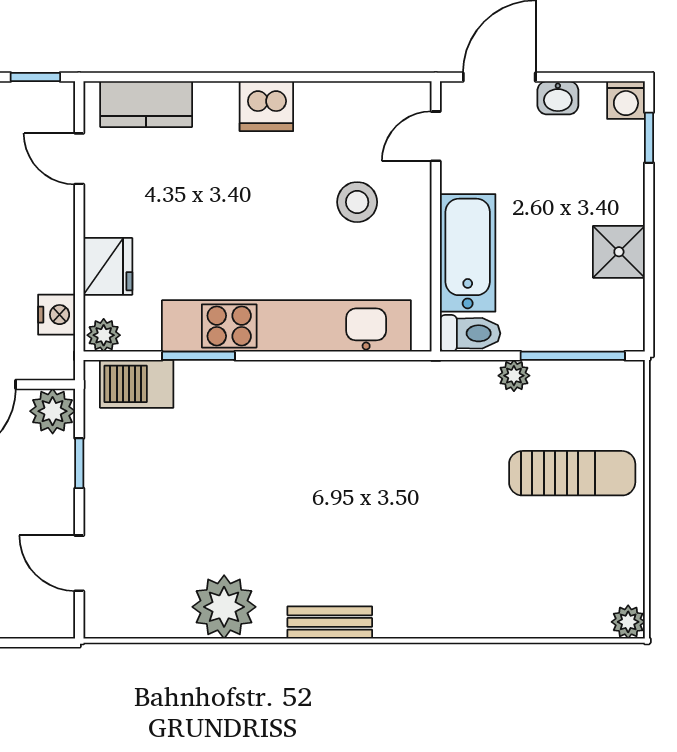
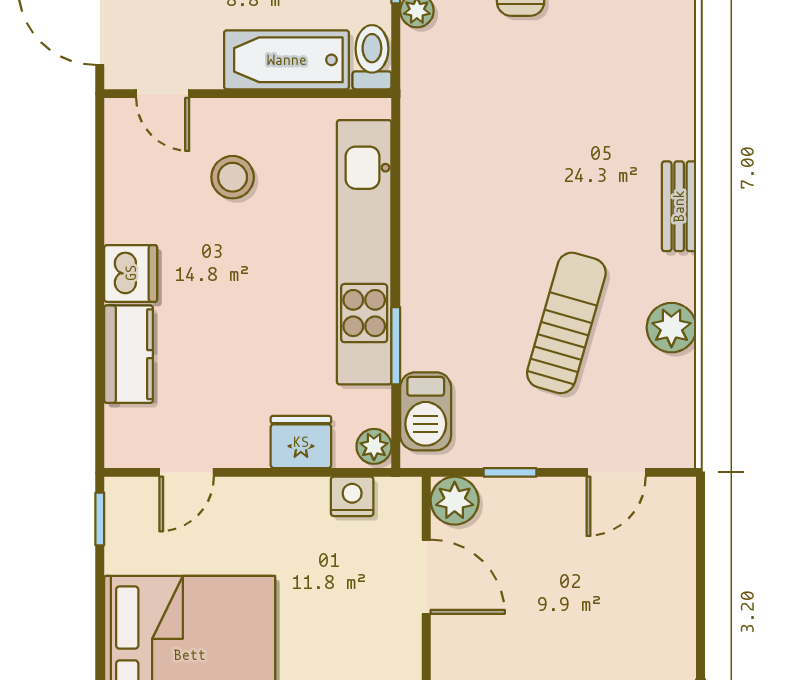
kitchen counter: (146, 104) -> (129, 354), moved
sun lounger: (220, 516) -> (566, 323), added
plant: (224, 607) -> (671, 328), width x0.73, depth x0.73

